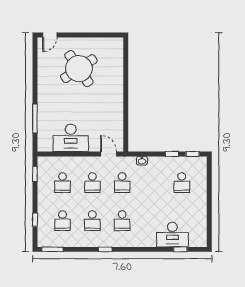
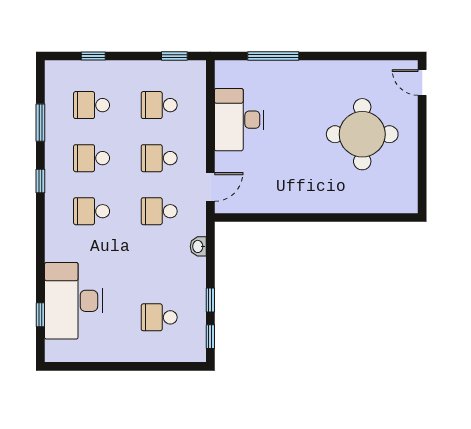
round table: (79, 69) -> (362, 134), turned 34
desk: (172, 235) -> (73, 301), width x1.36, depth x1.30
window: (52, 249) -> (40, 123), moved

